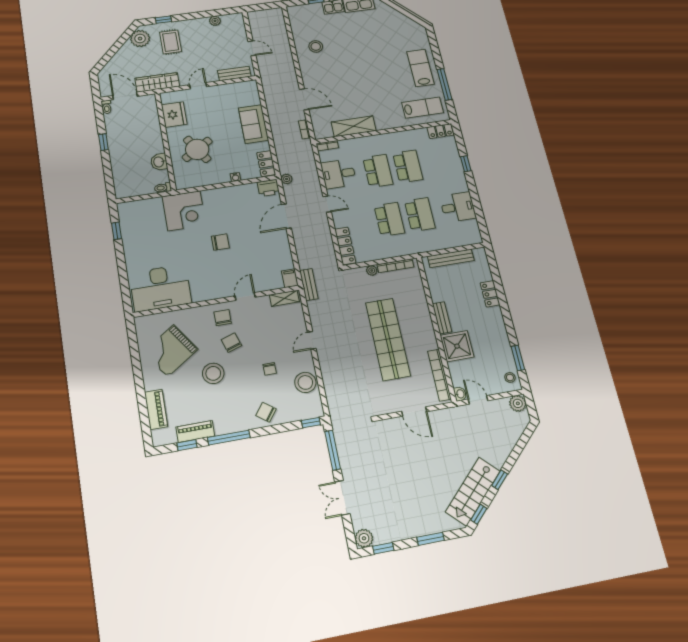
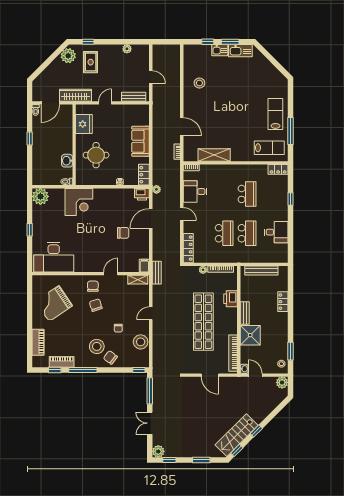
door: (125, 96) -> (50, 103), swing flipped
round table: (197, 149) -> (96, 155), turned 32
school desk: (378, 171) -> (224, 194), removed
plant: (129, 212) -> (40, 196), added
window: (117, 231) -> (30, 230), moved
chair: (220, 242) -> (123, 233), moved
printer: (418, 302) -> (230, 299), added
stool: (213, 373) -> (97, 346), moved

